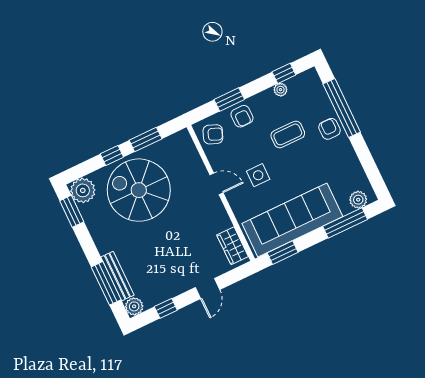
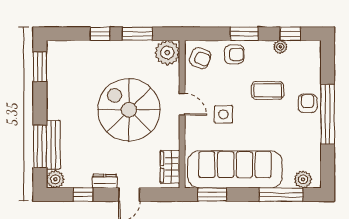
window: (229, 100) -> (244, 34), moved
window: (342, 108) -> (328, 114), moved
armchair: (242, 116) -> (234, 54), turned -90
plant: (83, 190) -> (167, 53), moved
spiral stairs: (139, 190) -> (129, 110), moved
dresser: (180, 287) -> (105, 181), added

